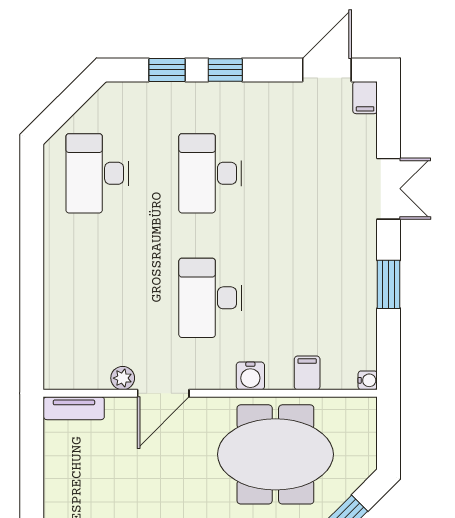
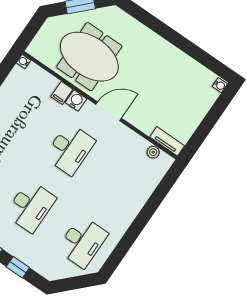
filing cabinet: (307, 373) -> (62, 93), moved
plant: (123, 378) -> (153, 152), moved
door: (163, 393) -> (109, 111), moved

